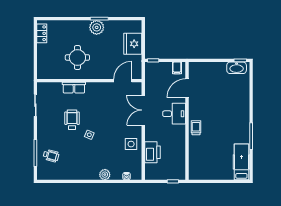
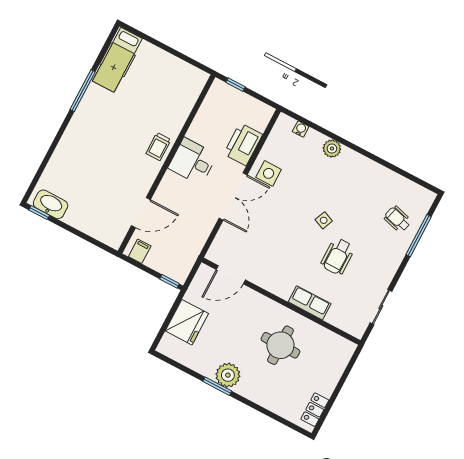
double door: (143, 110) -> (233, 196), moved
desk: (174, 114) -> (193, 161), moved

